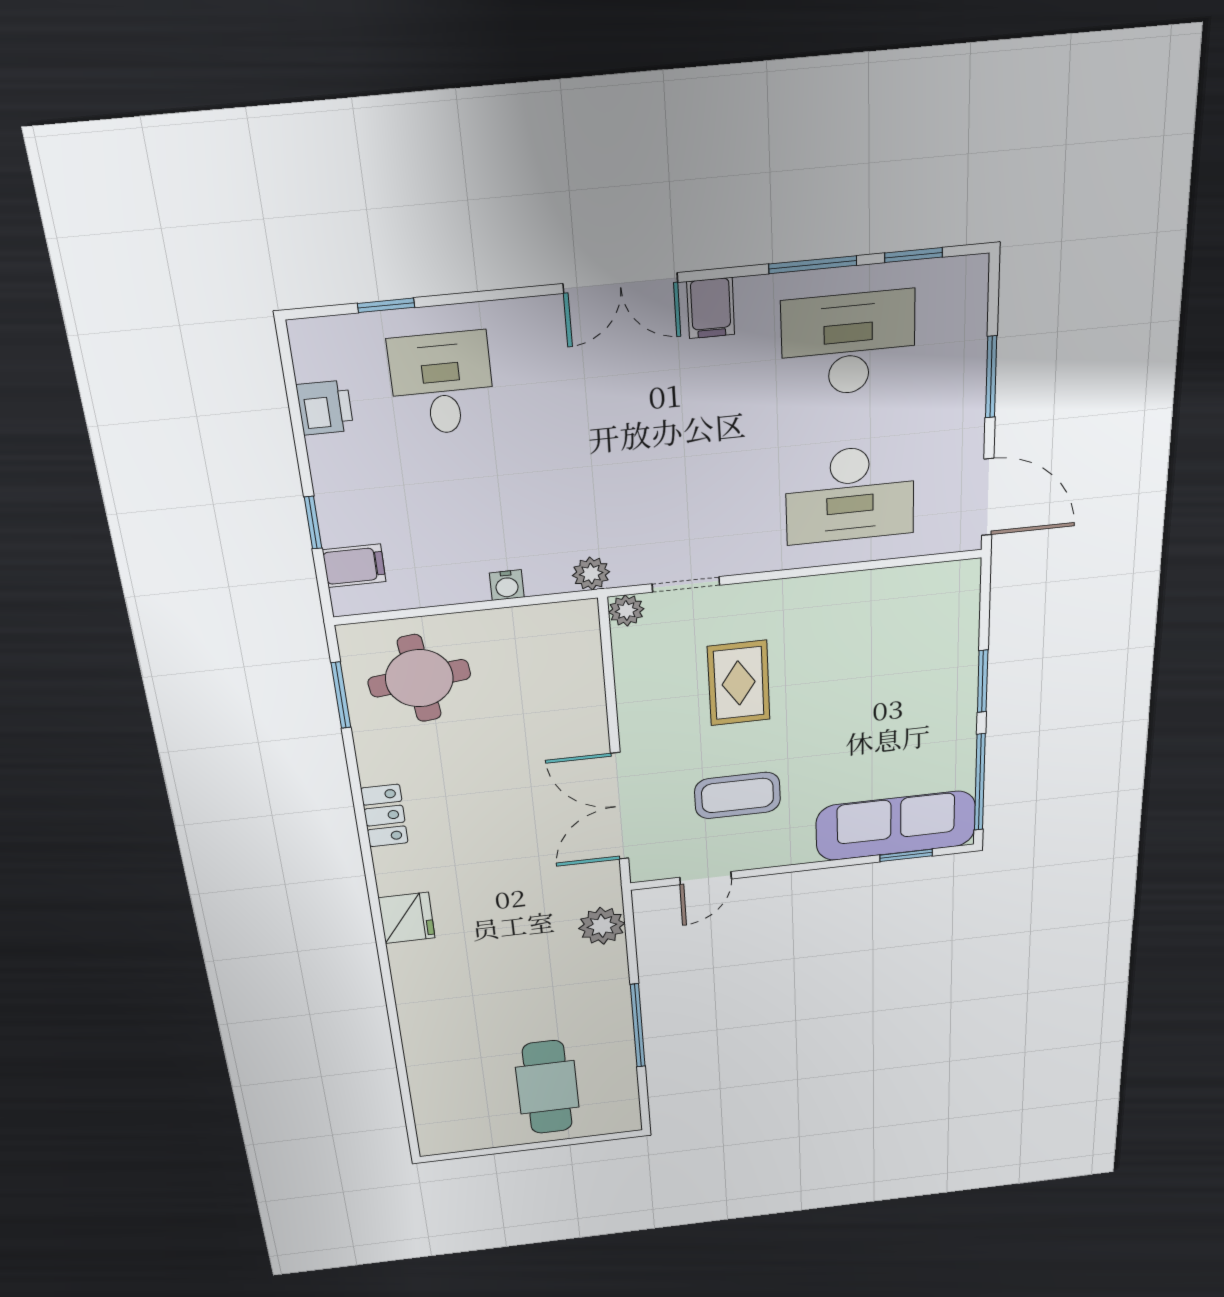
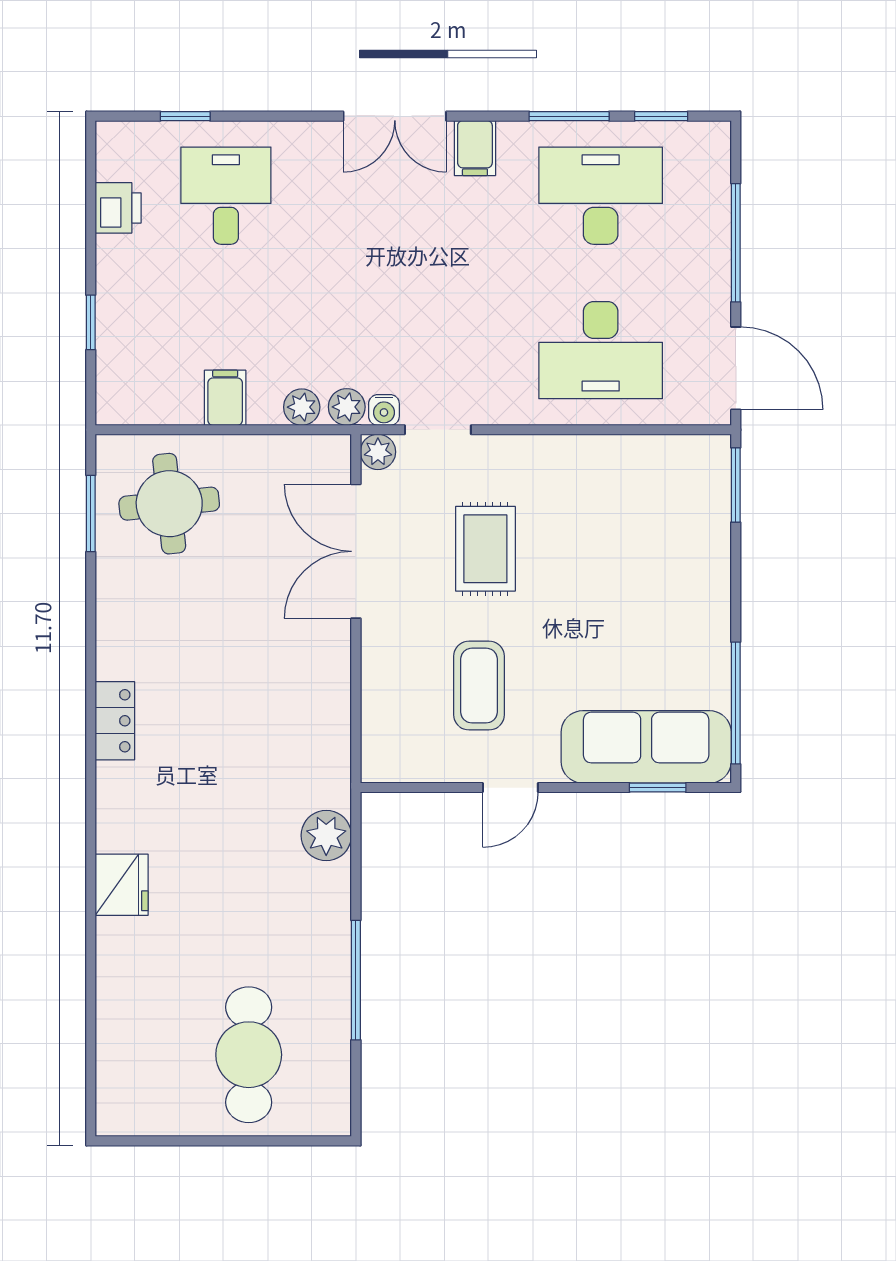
window: (991, 377) -> (736, 243), width x1.44
filing cabinet: (354, 566) -> (225, 398), moved, turned -90
plant: (545, 579) -> (302, 407), added
water cooler: (507, 585) -> (384, 410), moved
window: (983, 681) -> (736, 485), moved
coffee table: (738, 795) -> (479, 686), turned 90
double door: (620, 807) -> (356, 551), moved
locker: (384, 816) -> (115, 721), moved
door: (706, 878) -> (510, 788), moved
fridge: (407, 918) -> (122, 885), moved

